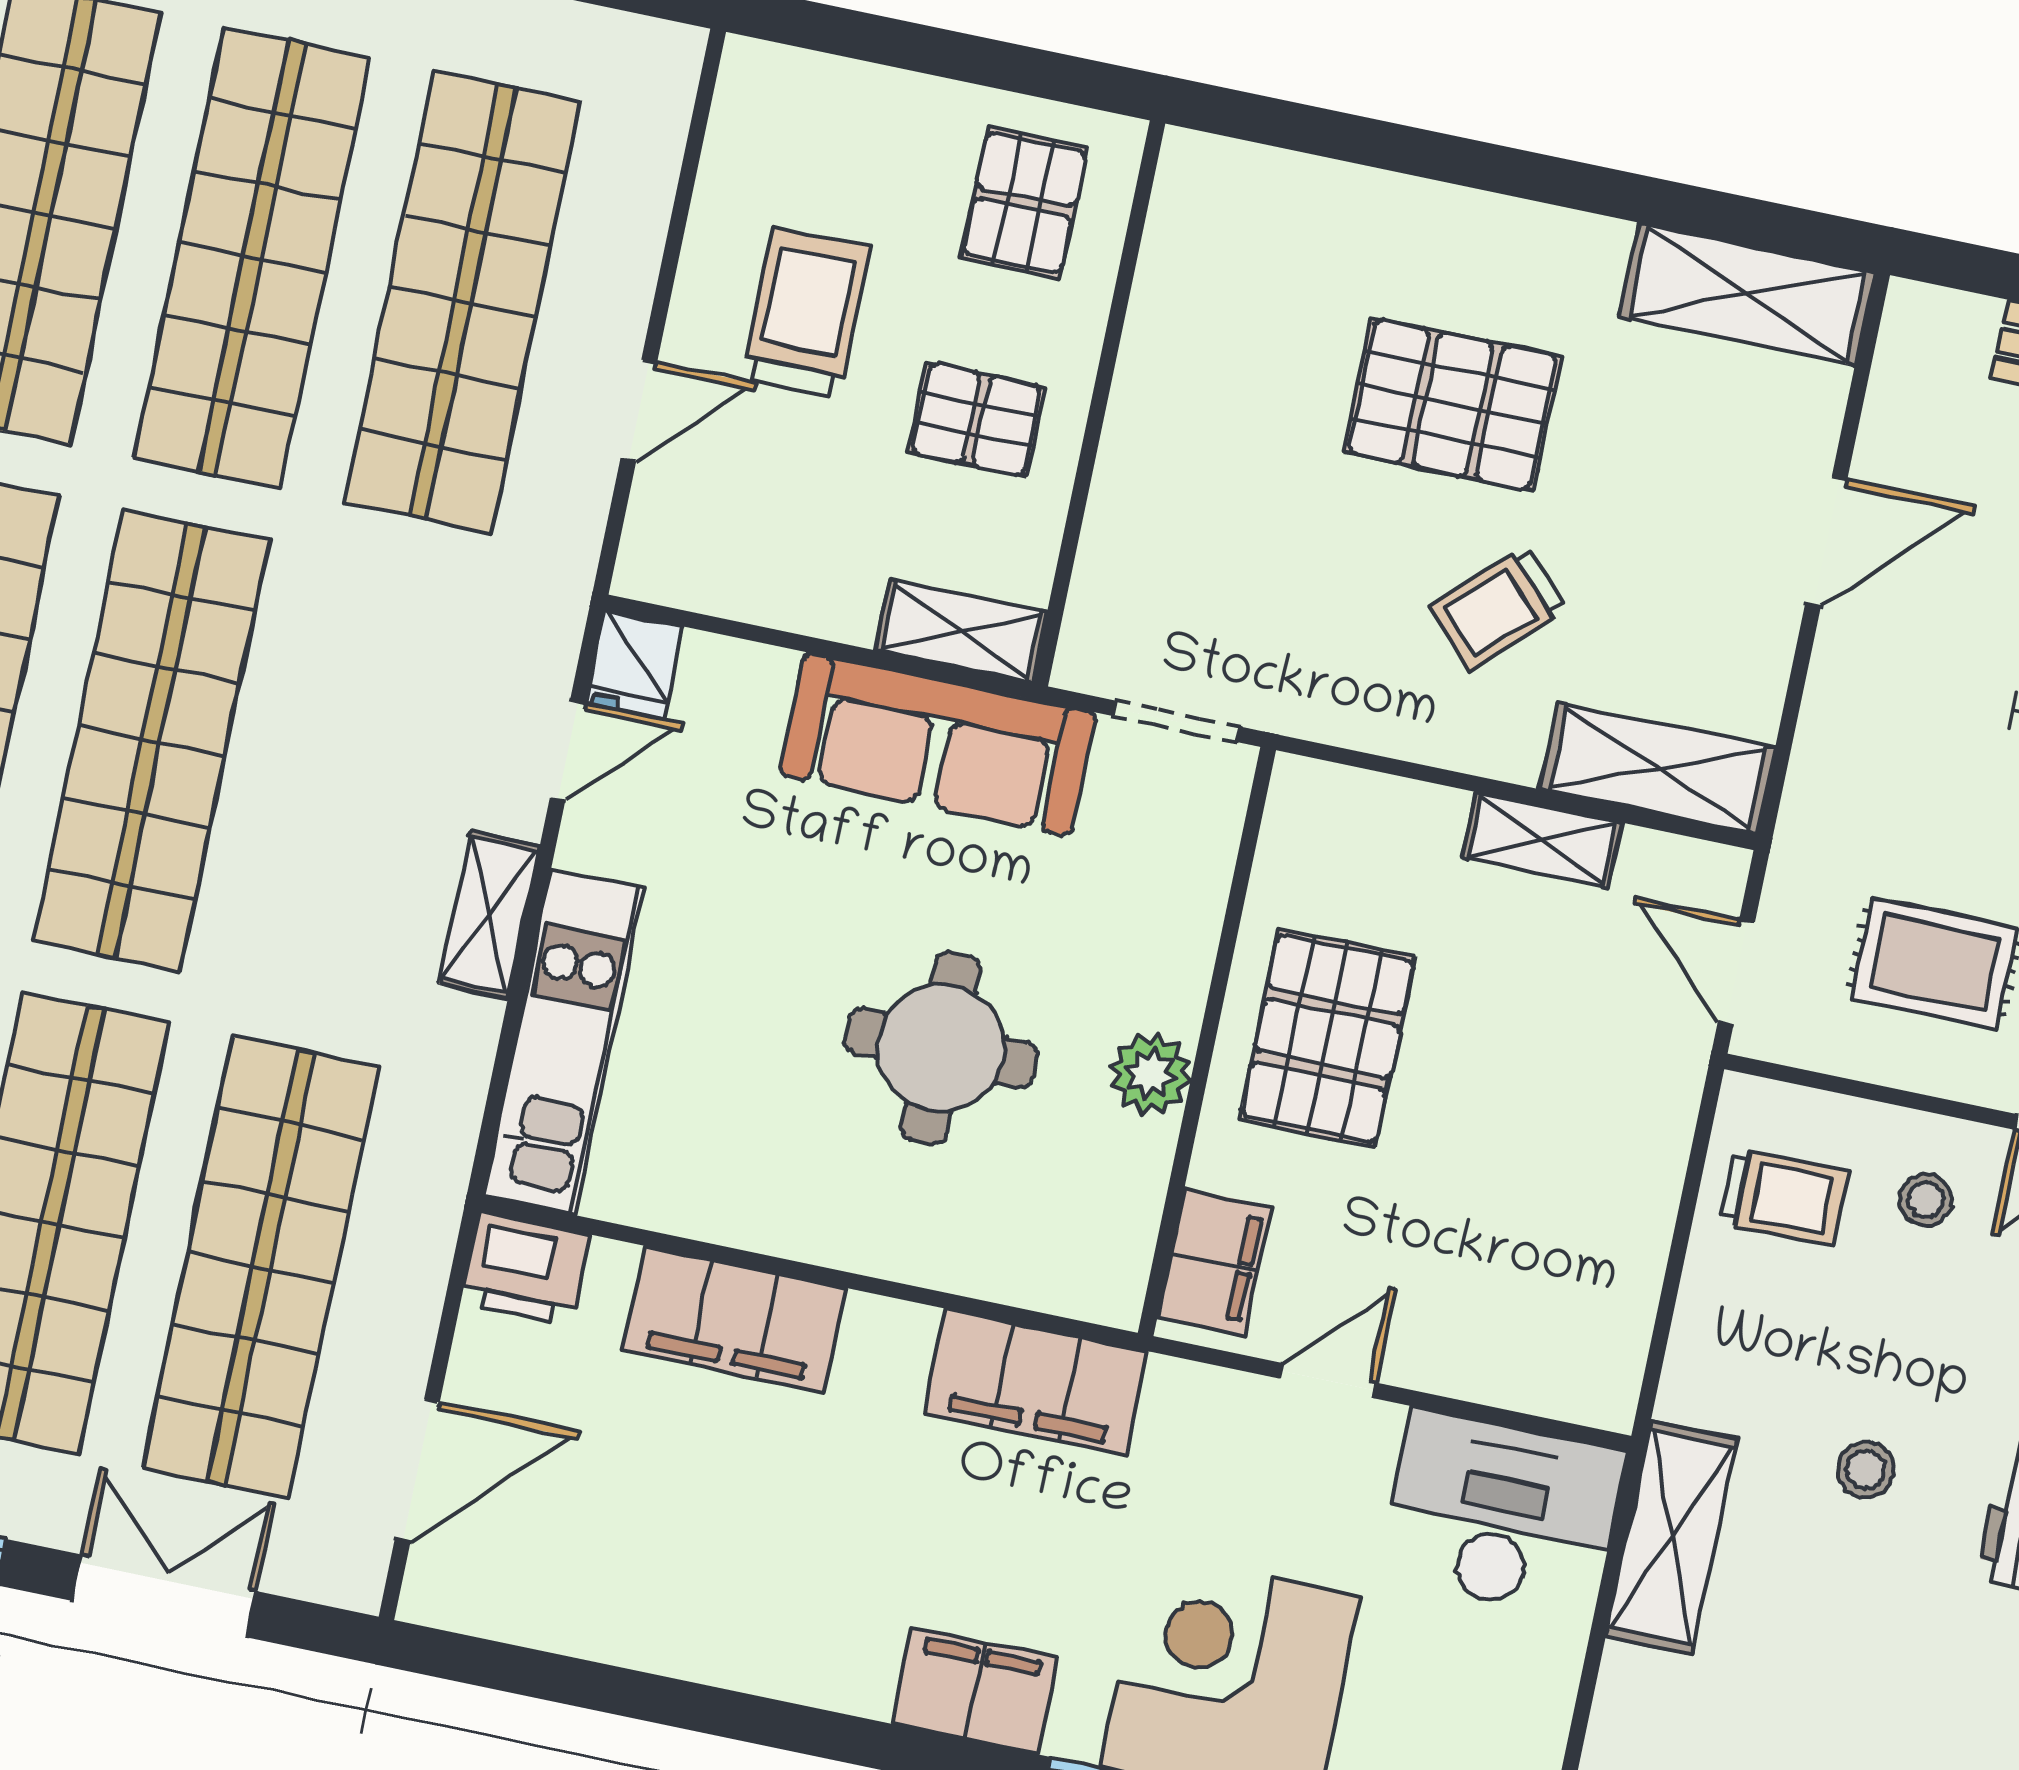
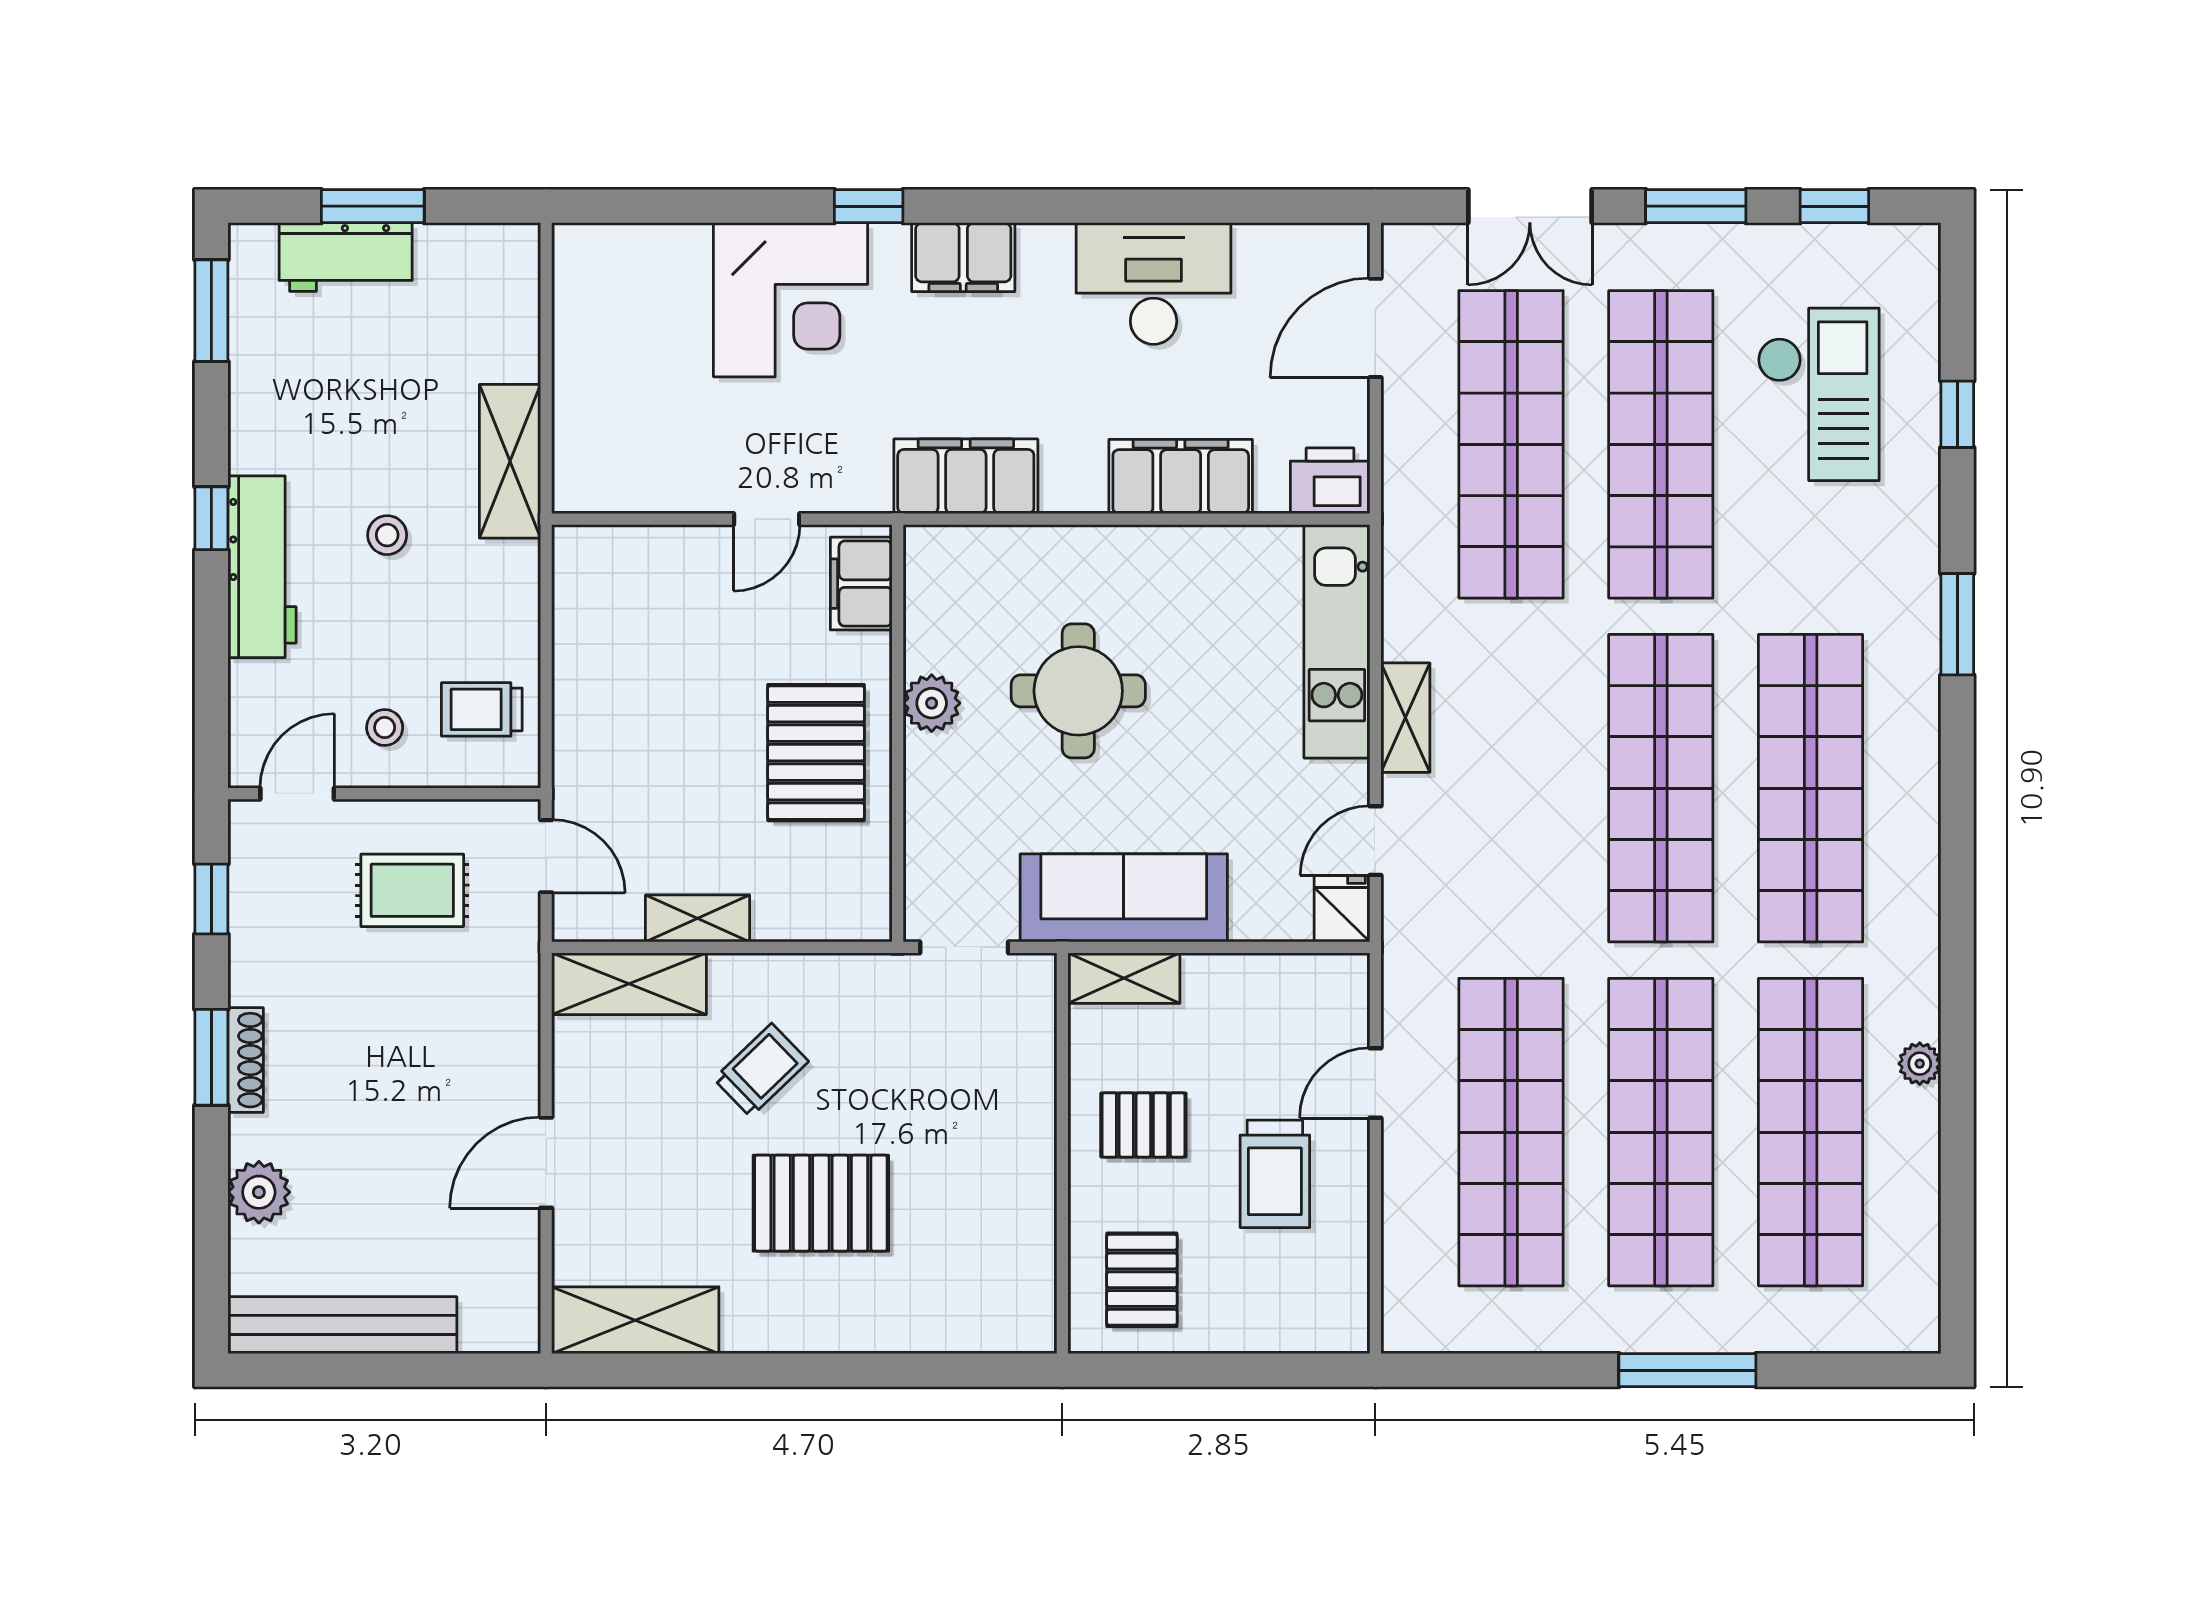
desk: (1502, 1514) -> (1154, 283), moved, turned 180

